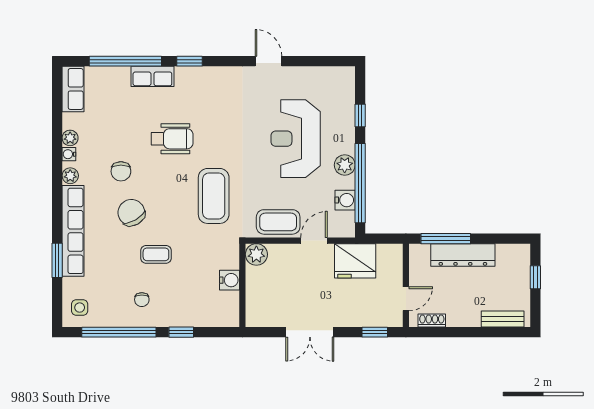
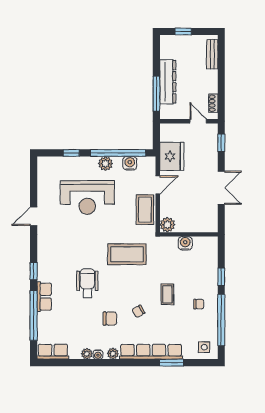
chair: (131, 213) -> (138, 311), width x0.54, depth x0.54
door: (314, 241) -> (158, 185), swing flipped

